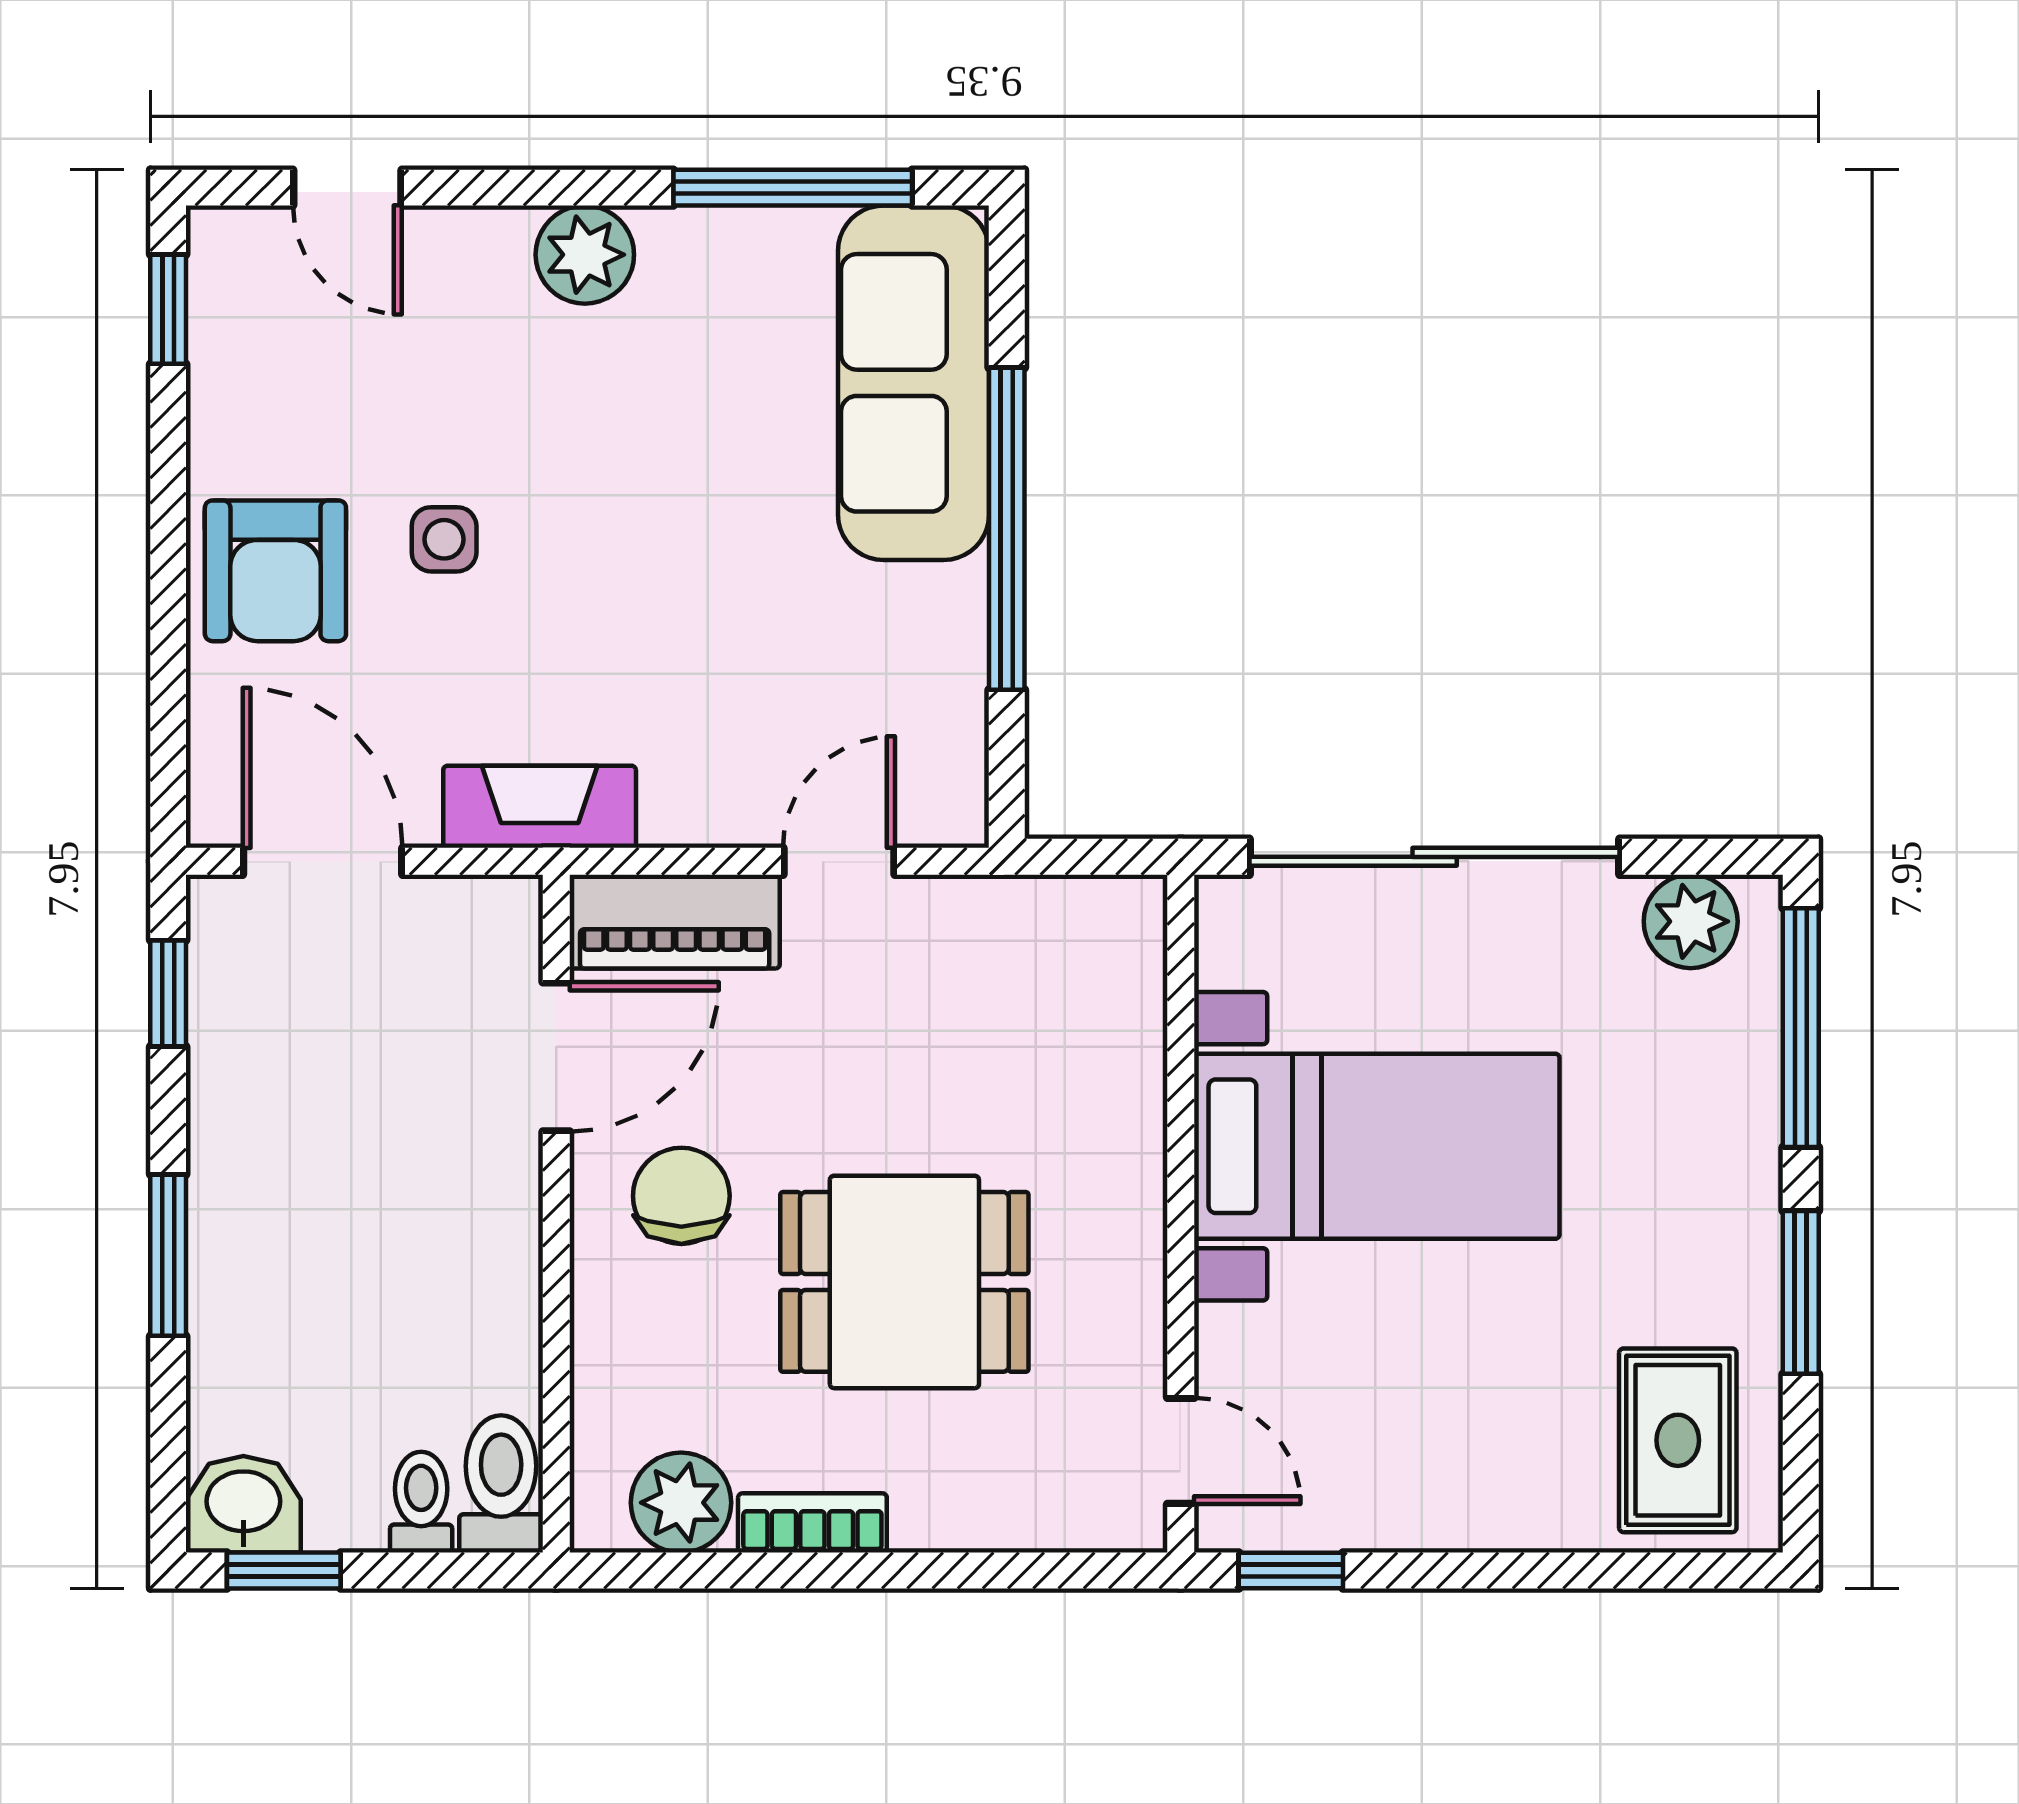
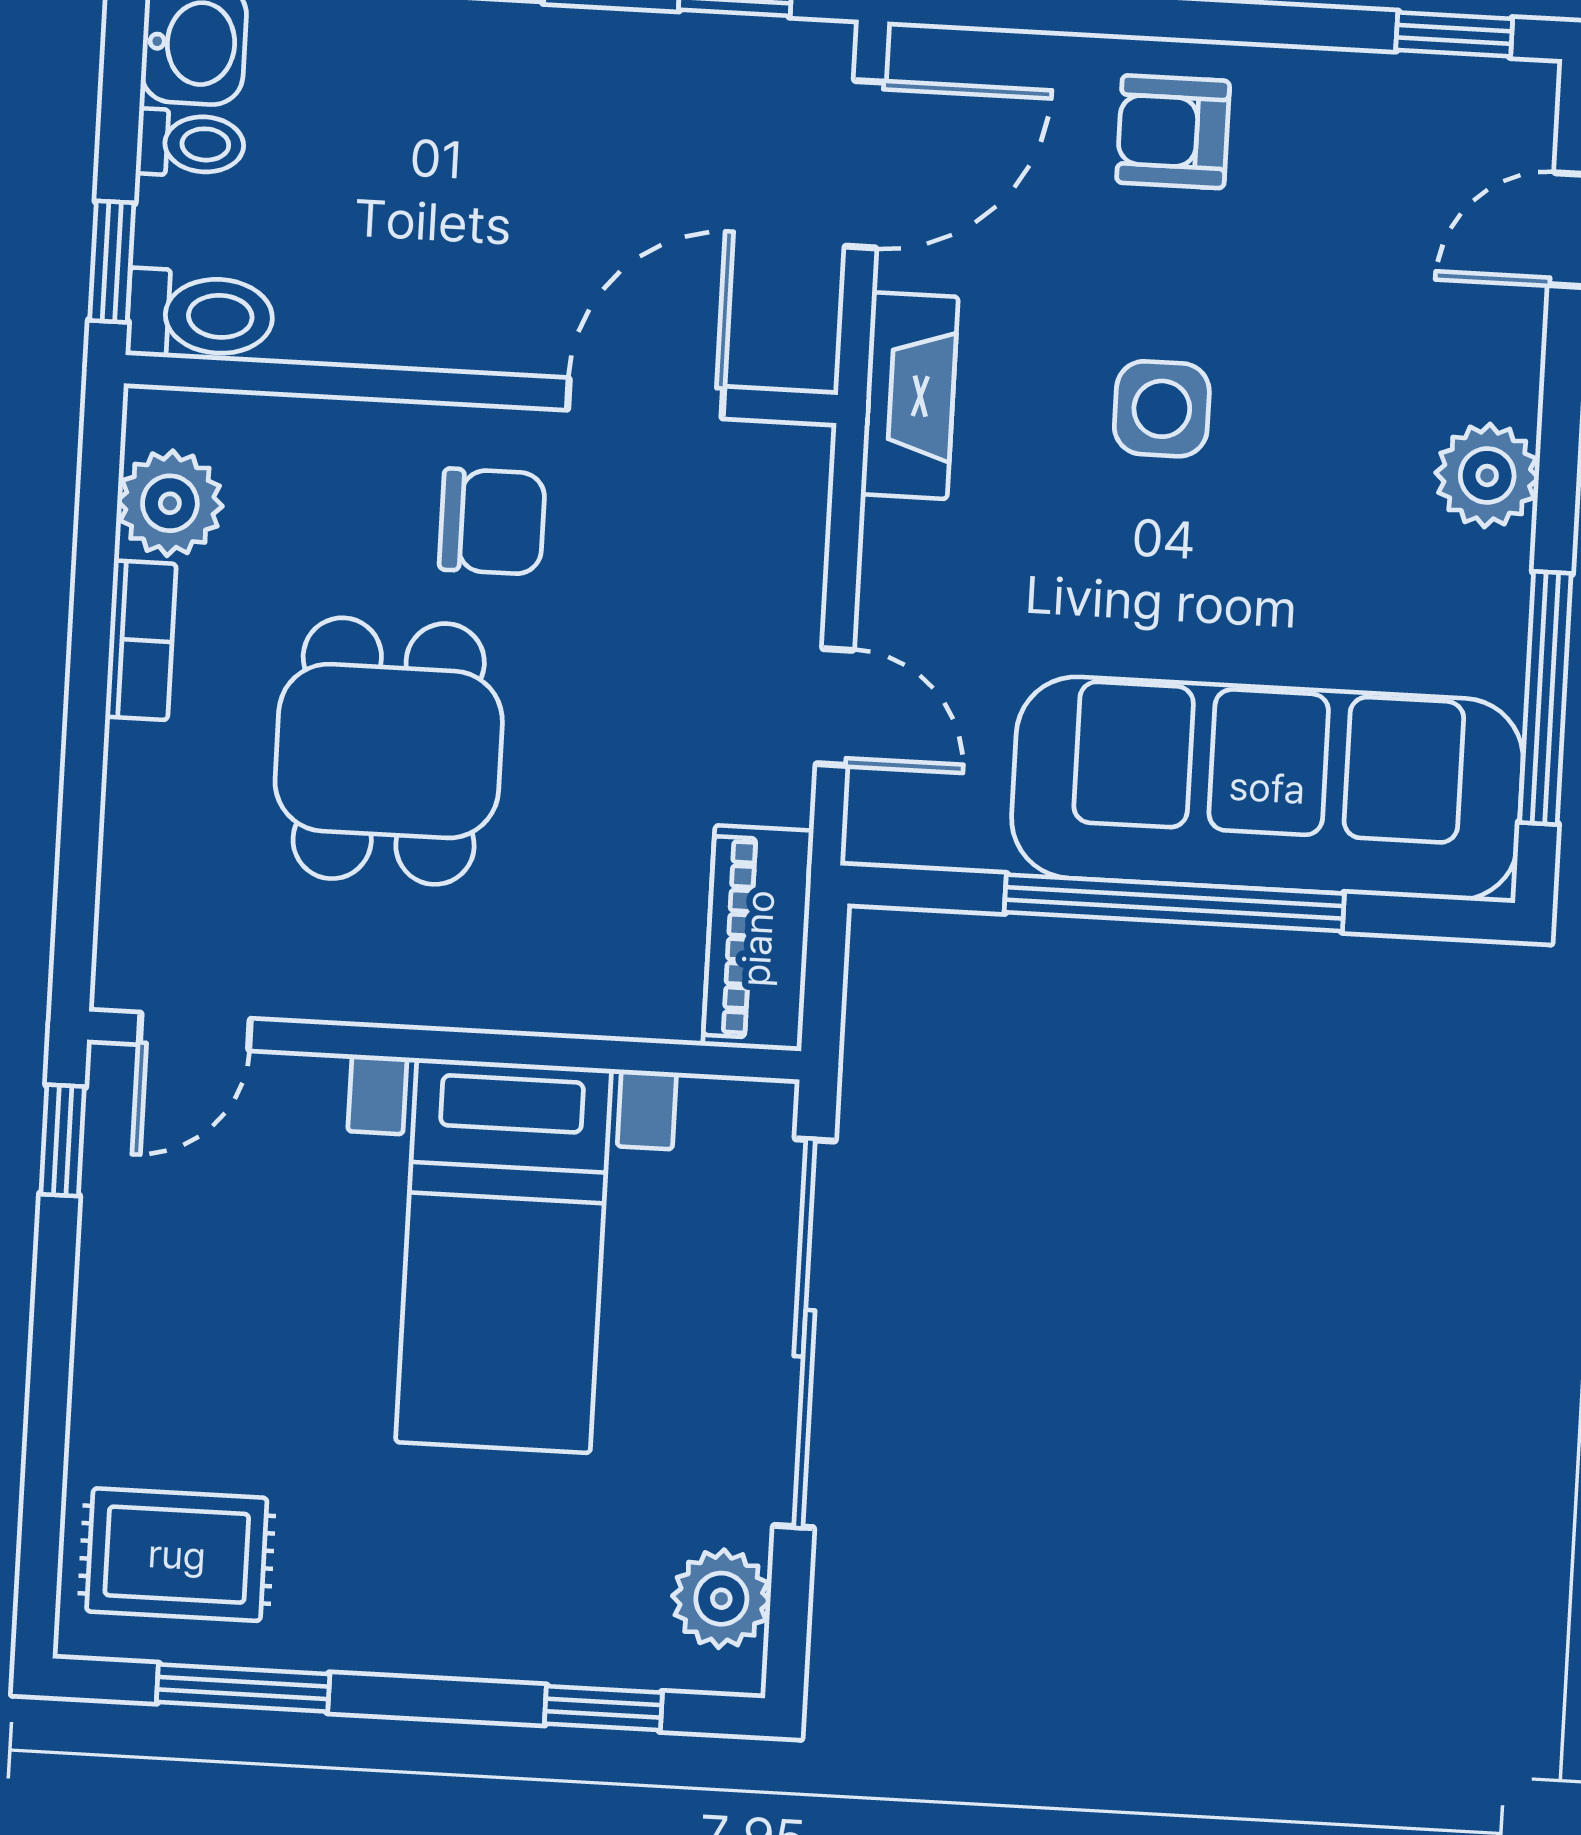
sofa: (914, 383) -> (1267, 788), width x1.36, depth x1.27
side table: (444, 539) -> (1162, 409), moved, width x1.37, depth x1.37
armchair: (275, 571) -> (1173, 132), width x0.72, depth x0.72
piano: (675, 922) -> (758, 938), moved
window: (1801, 1028) -> (603, 1708), width x0.46
door: (556, 1057) -> (646, 398), swing flipped
window: (1801, 1292) -> (243, 1688), moved
toilet: (421, 1502) -> (190, 144), moved
window: (284, 1570) -> (112, 262), moved

